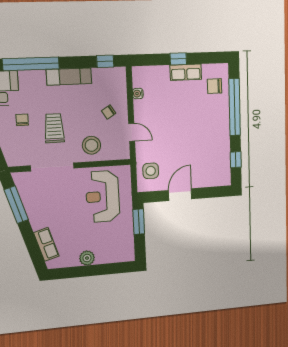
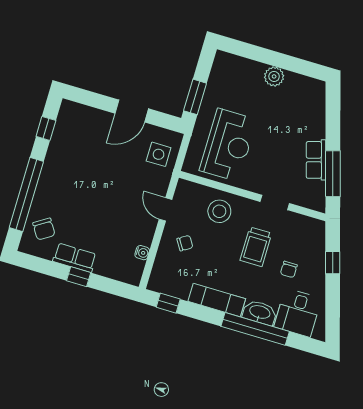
washbasin: (32, 78) -> (260, 313), added
chair: (214, 86) -> (44, 229), turned 58
doorway: (52, 167) -> (275, 202), width x0.53
row of seats: (46, 244) -> (316, 160), moved

